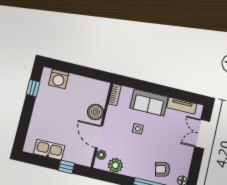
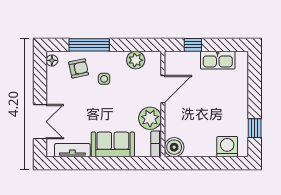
boiler: (95, 112) -> (174, 147), moved
side table: (138, 129) -> (104, 79), moved
door: (99, 137) -> (163, 89), hinge flipped
plant: (101, 155) -> (150, 118), moved, width x1.87, depth x1.87

